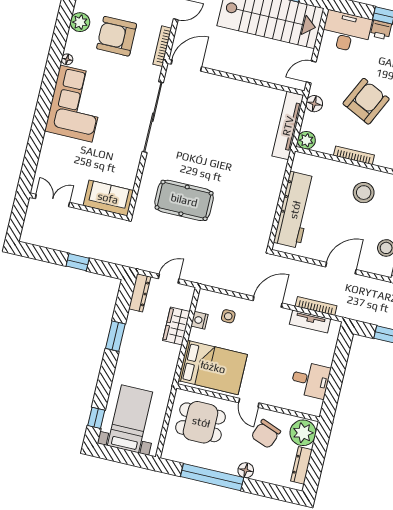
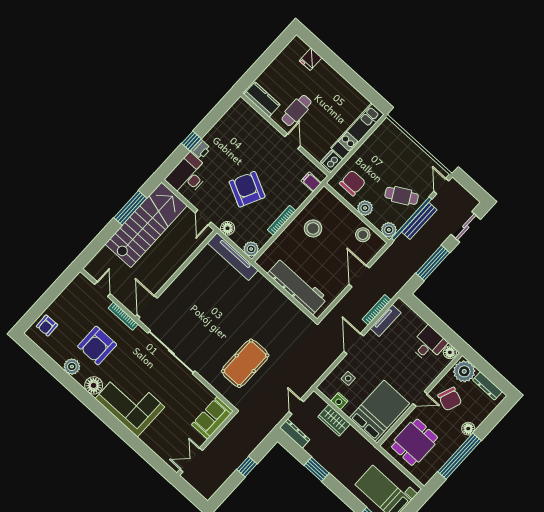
floor lamp: (67, 59) -> (94, 385), width x1.89, depth x1.89
floor lamp: (314, 407) -> (450, 352), added

